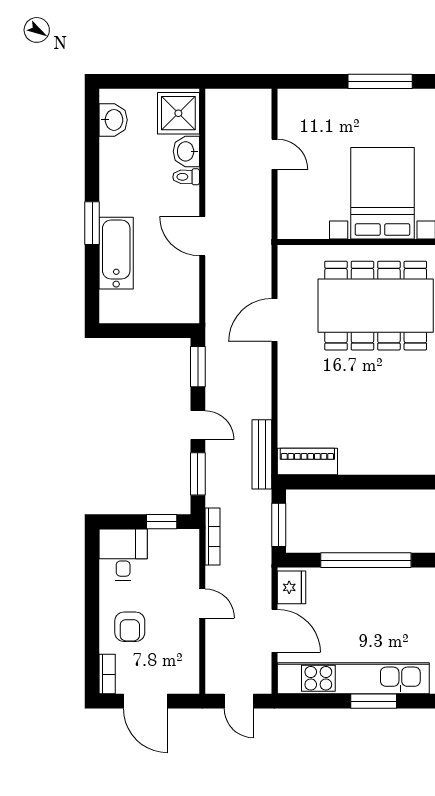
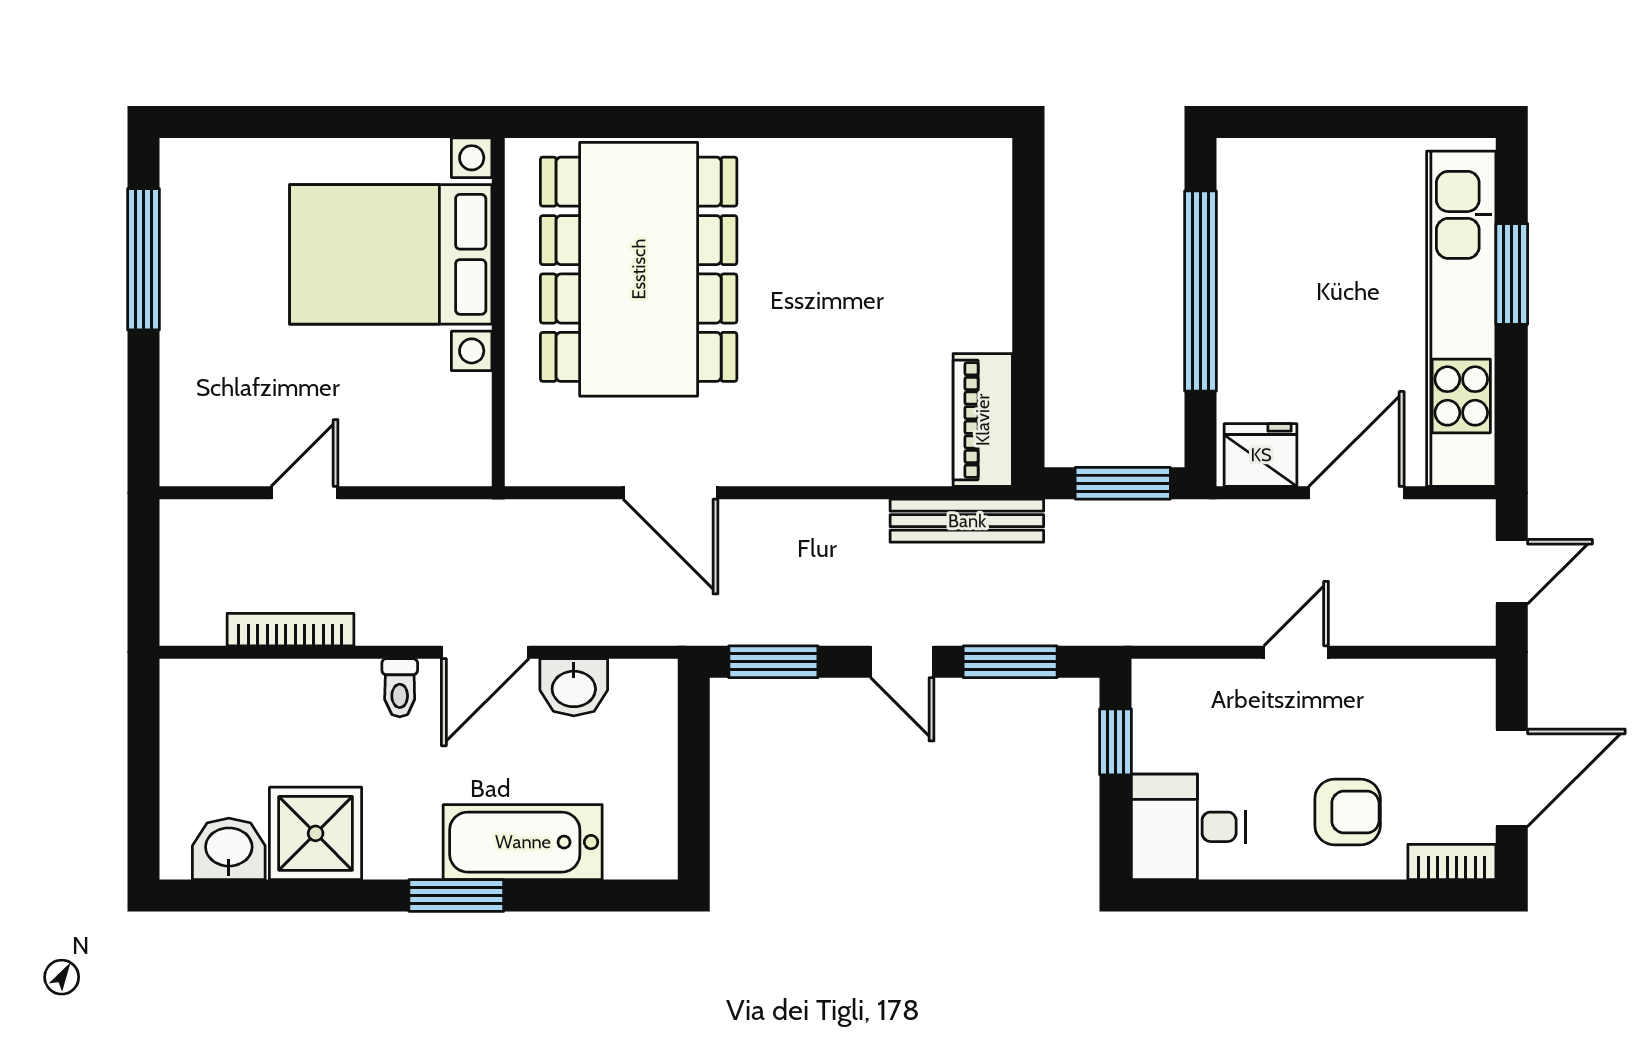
shower: (178, 113) -> (316, 833), moved
washbasin: (186, 151) -> (574, 687), moved
toilet: (186, 177) -> (400, 688), moved
door: (198, 425) -> (902, 662), swing flipped
bookcase: (212, 536) -> (290, 630), moved

